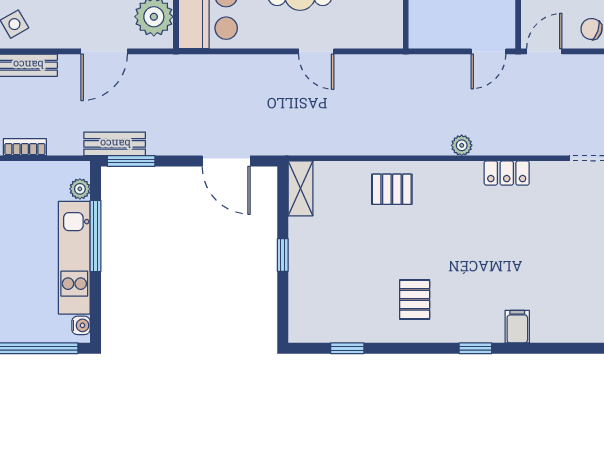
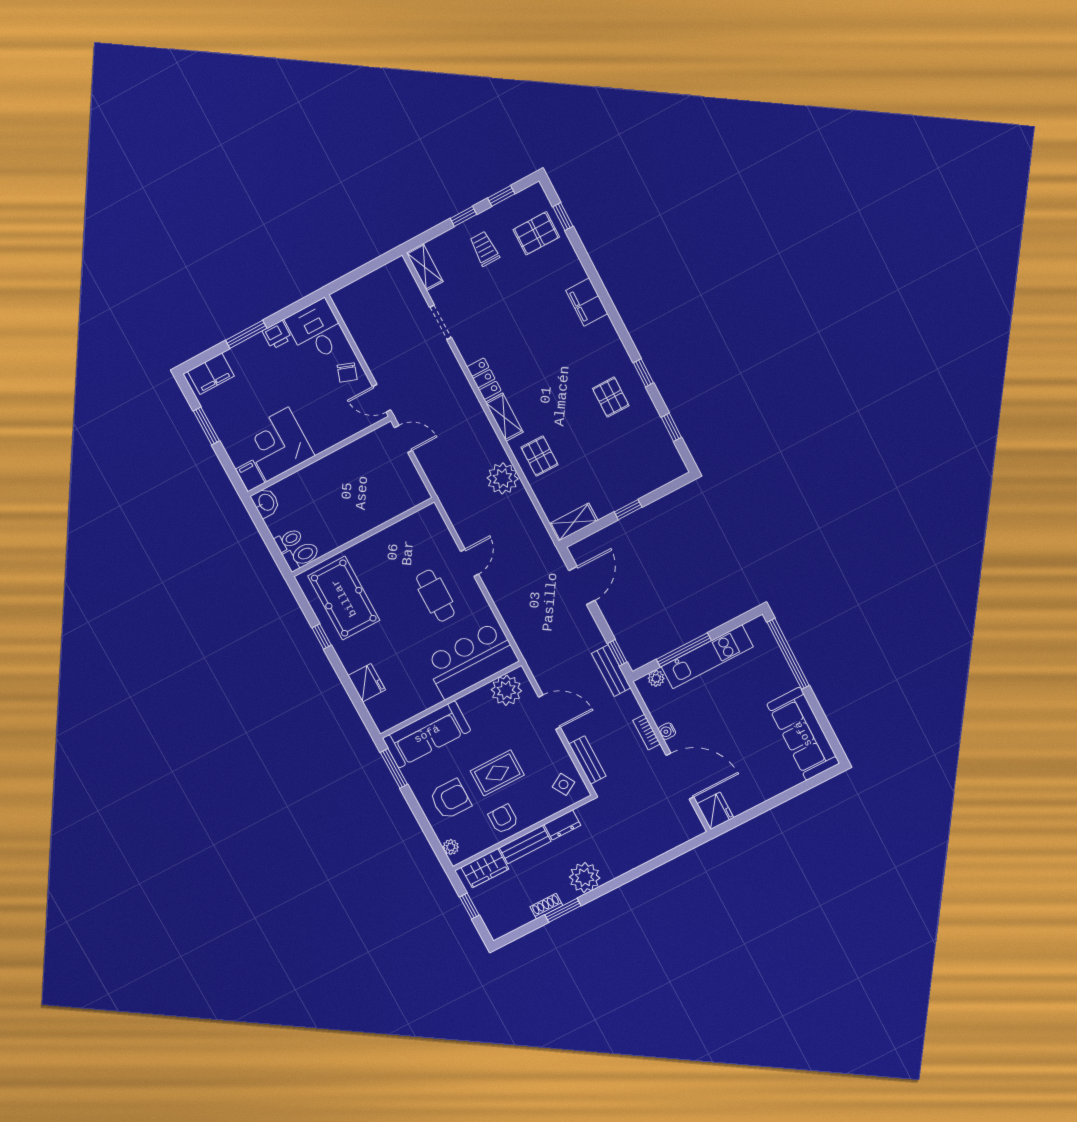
plant: (462, 145) -> (503, 478), moved, width x1.88, depth x1.88
window: (131, 161) -> (617, 653), width x0.67
shelving: (454, 173) -> (504, 417), added
pallet: (415, 299) -> (611, 397), turned 90
water cooler: (81, 325) -> (667, 731), moved, turned -90
filing cabinet: (517, 327) -> (587, 302), width x2.00
window: (475, 348) -> (643, 373), moved

